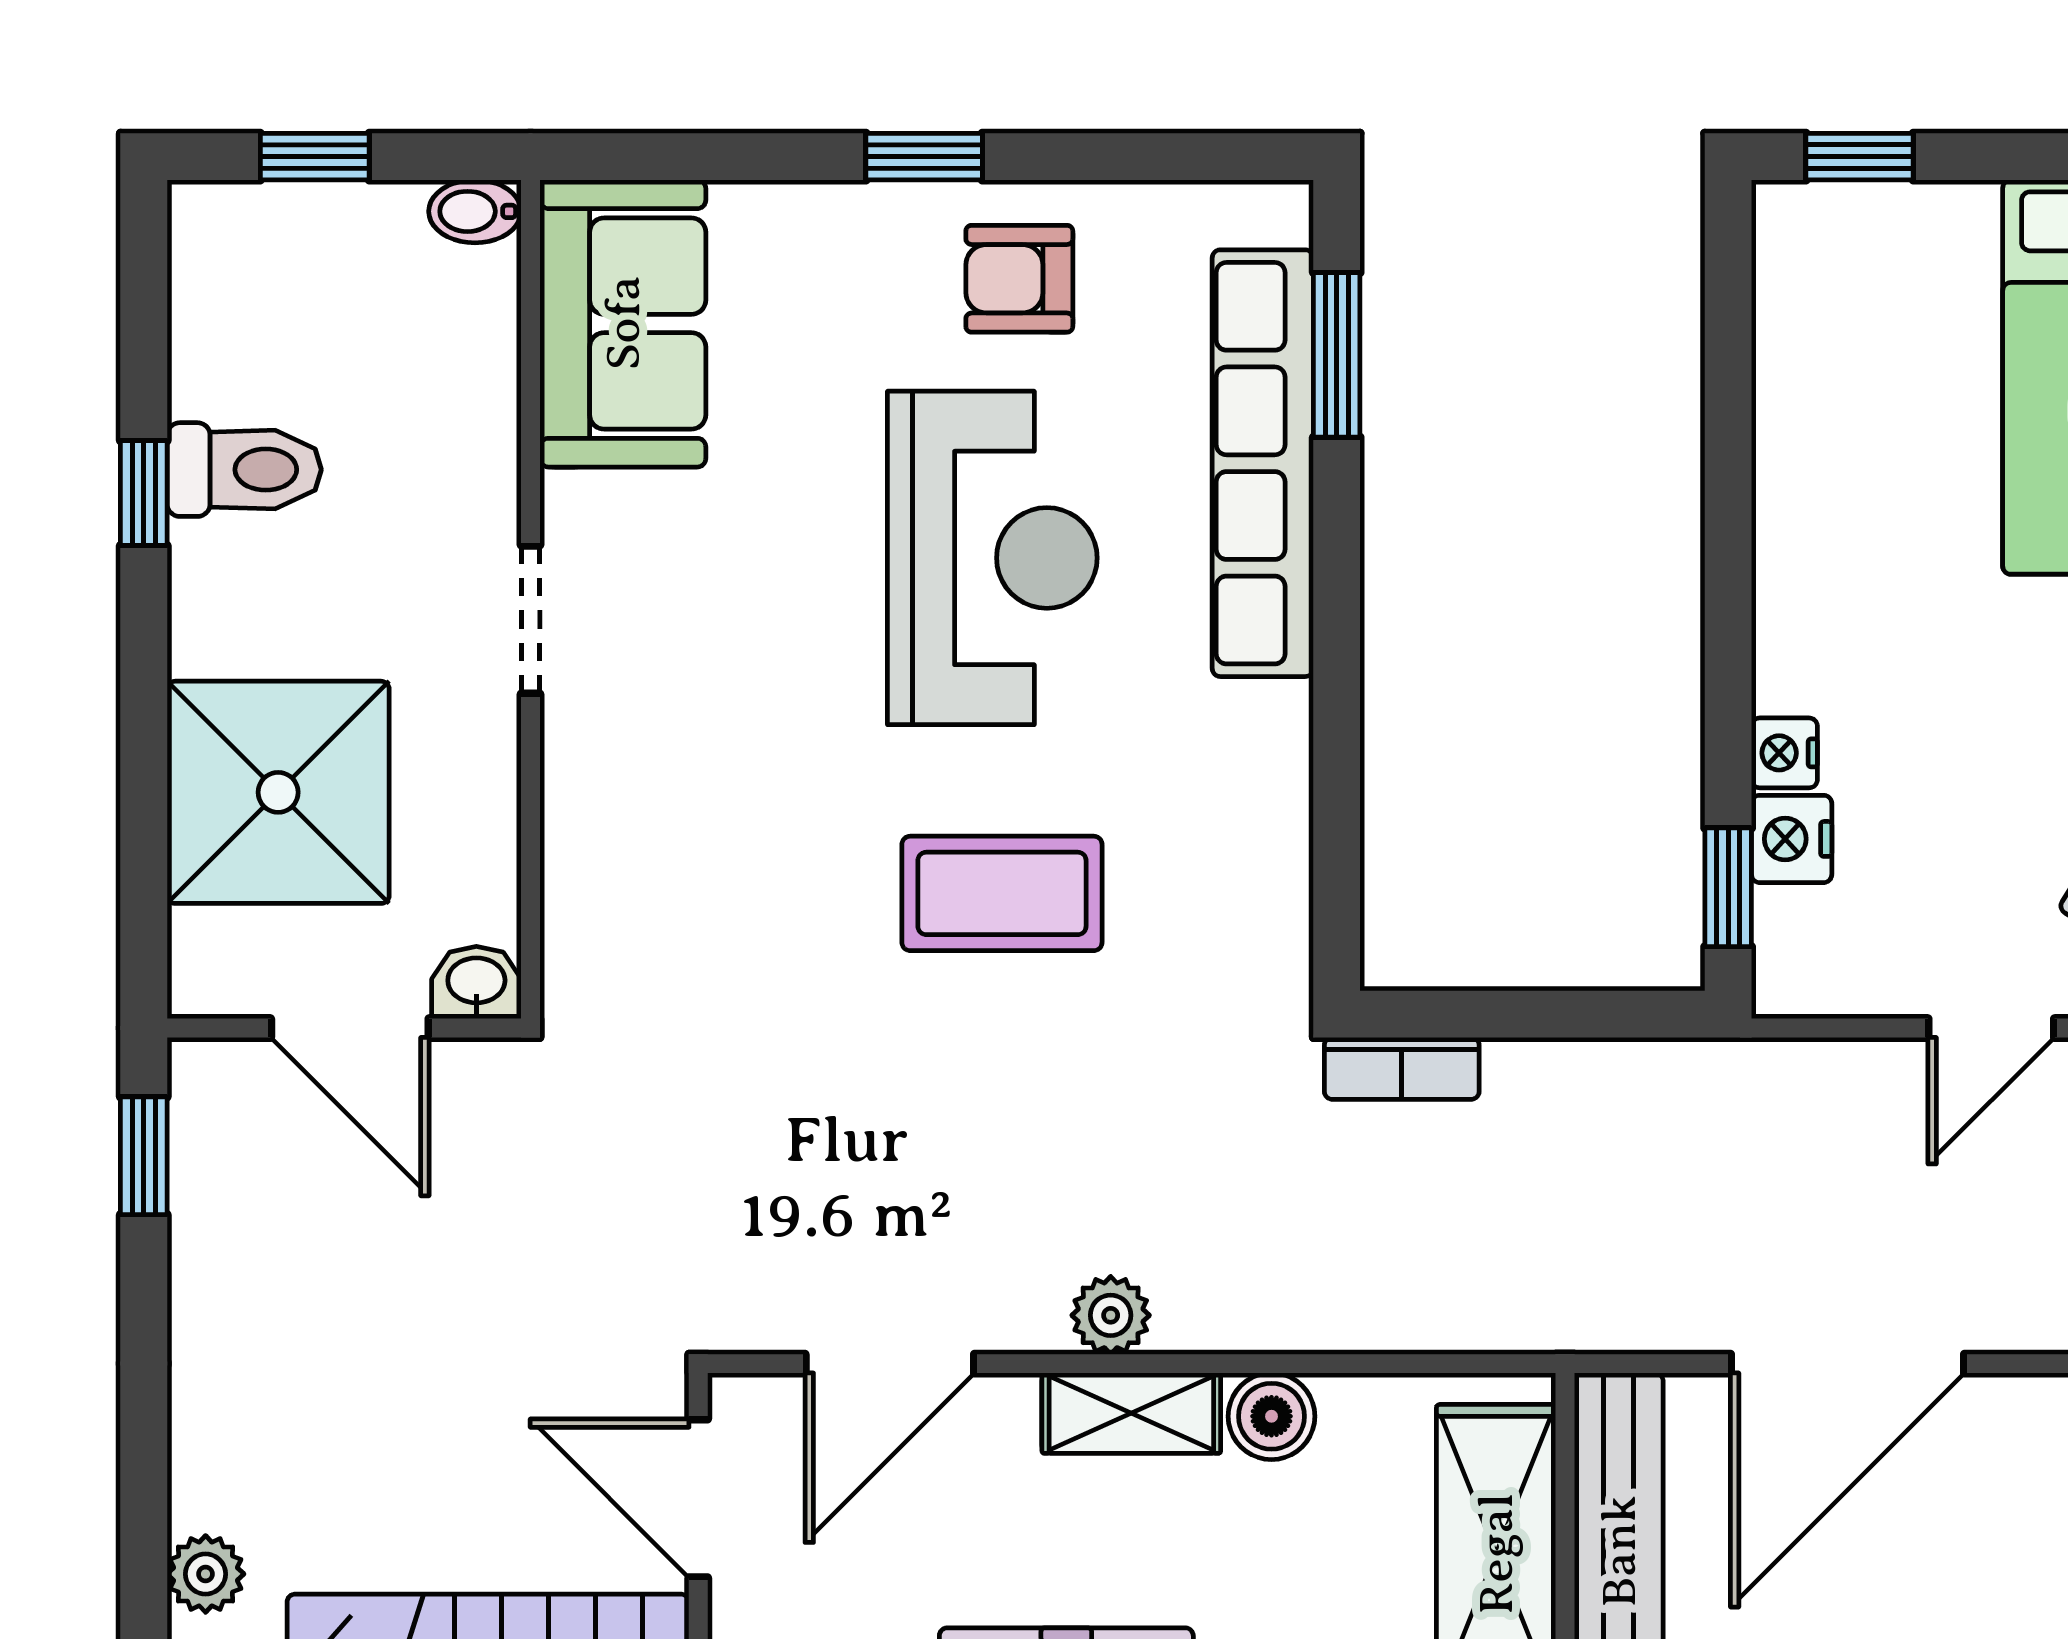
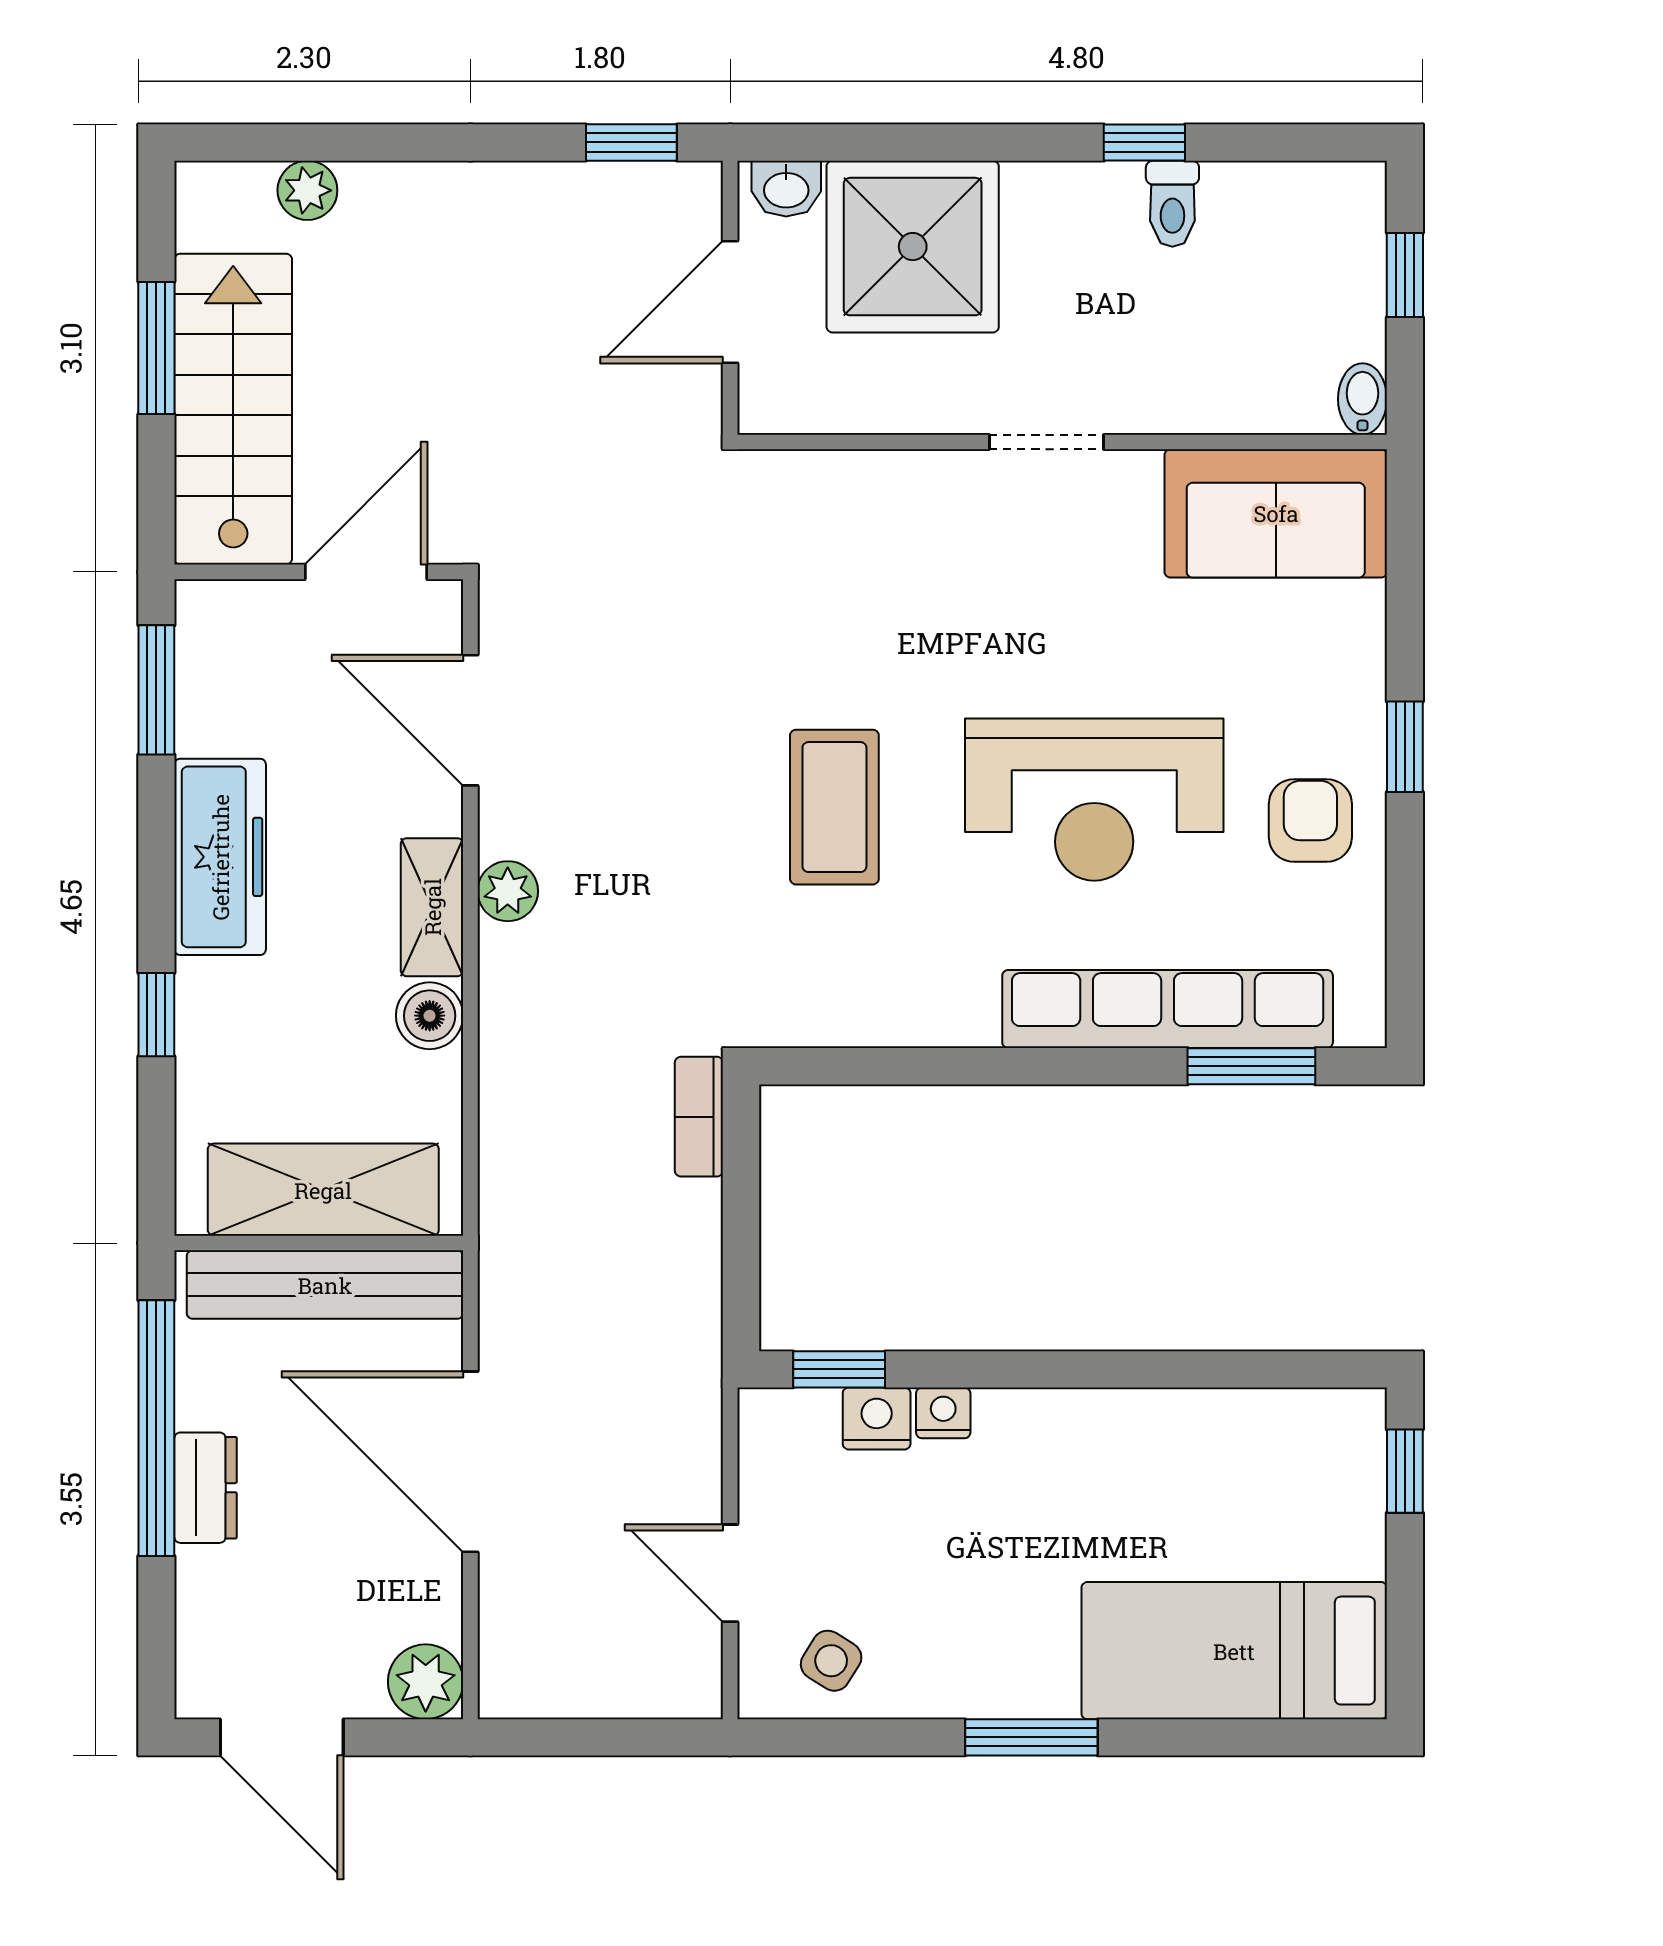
toilet: (244, 470) -> (1172, 204), width x0.73, depth x0.72
washbasin: (476, 983) -> (786, 189), moved, turned 90

